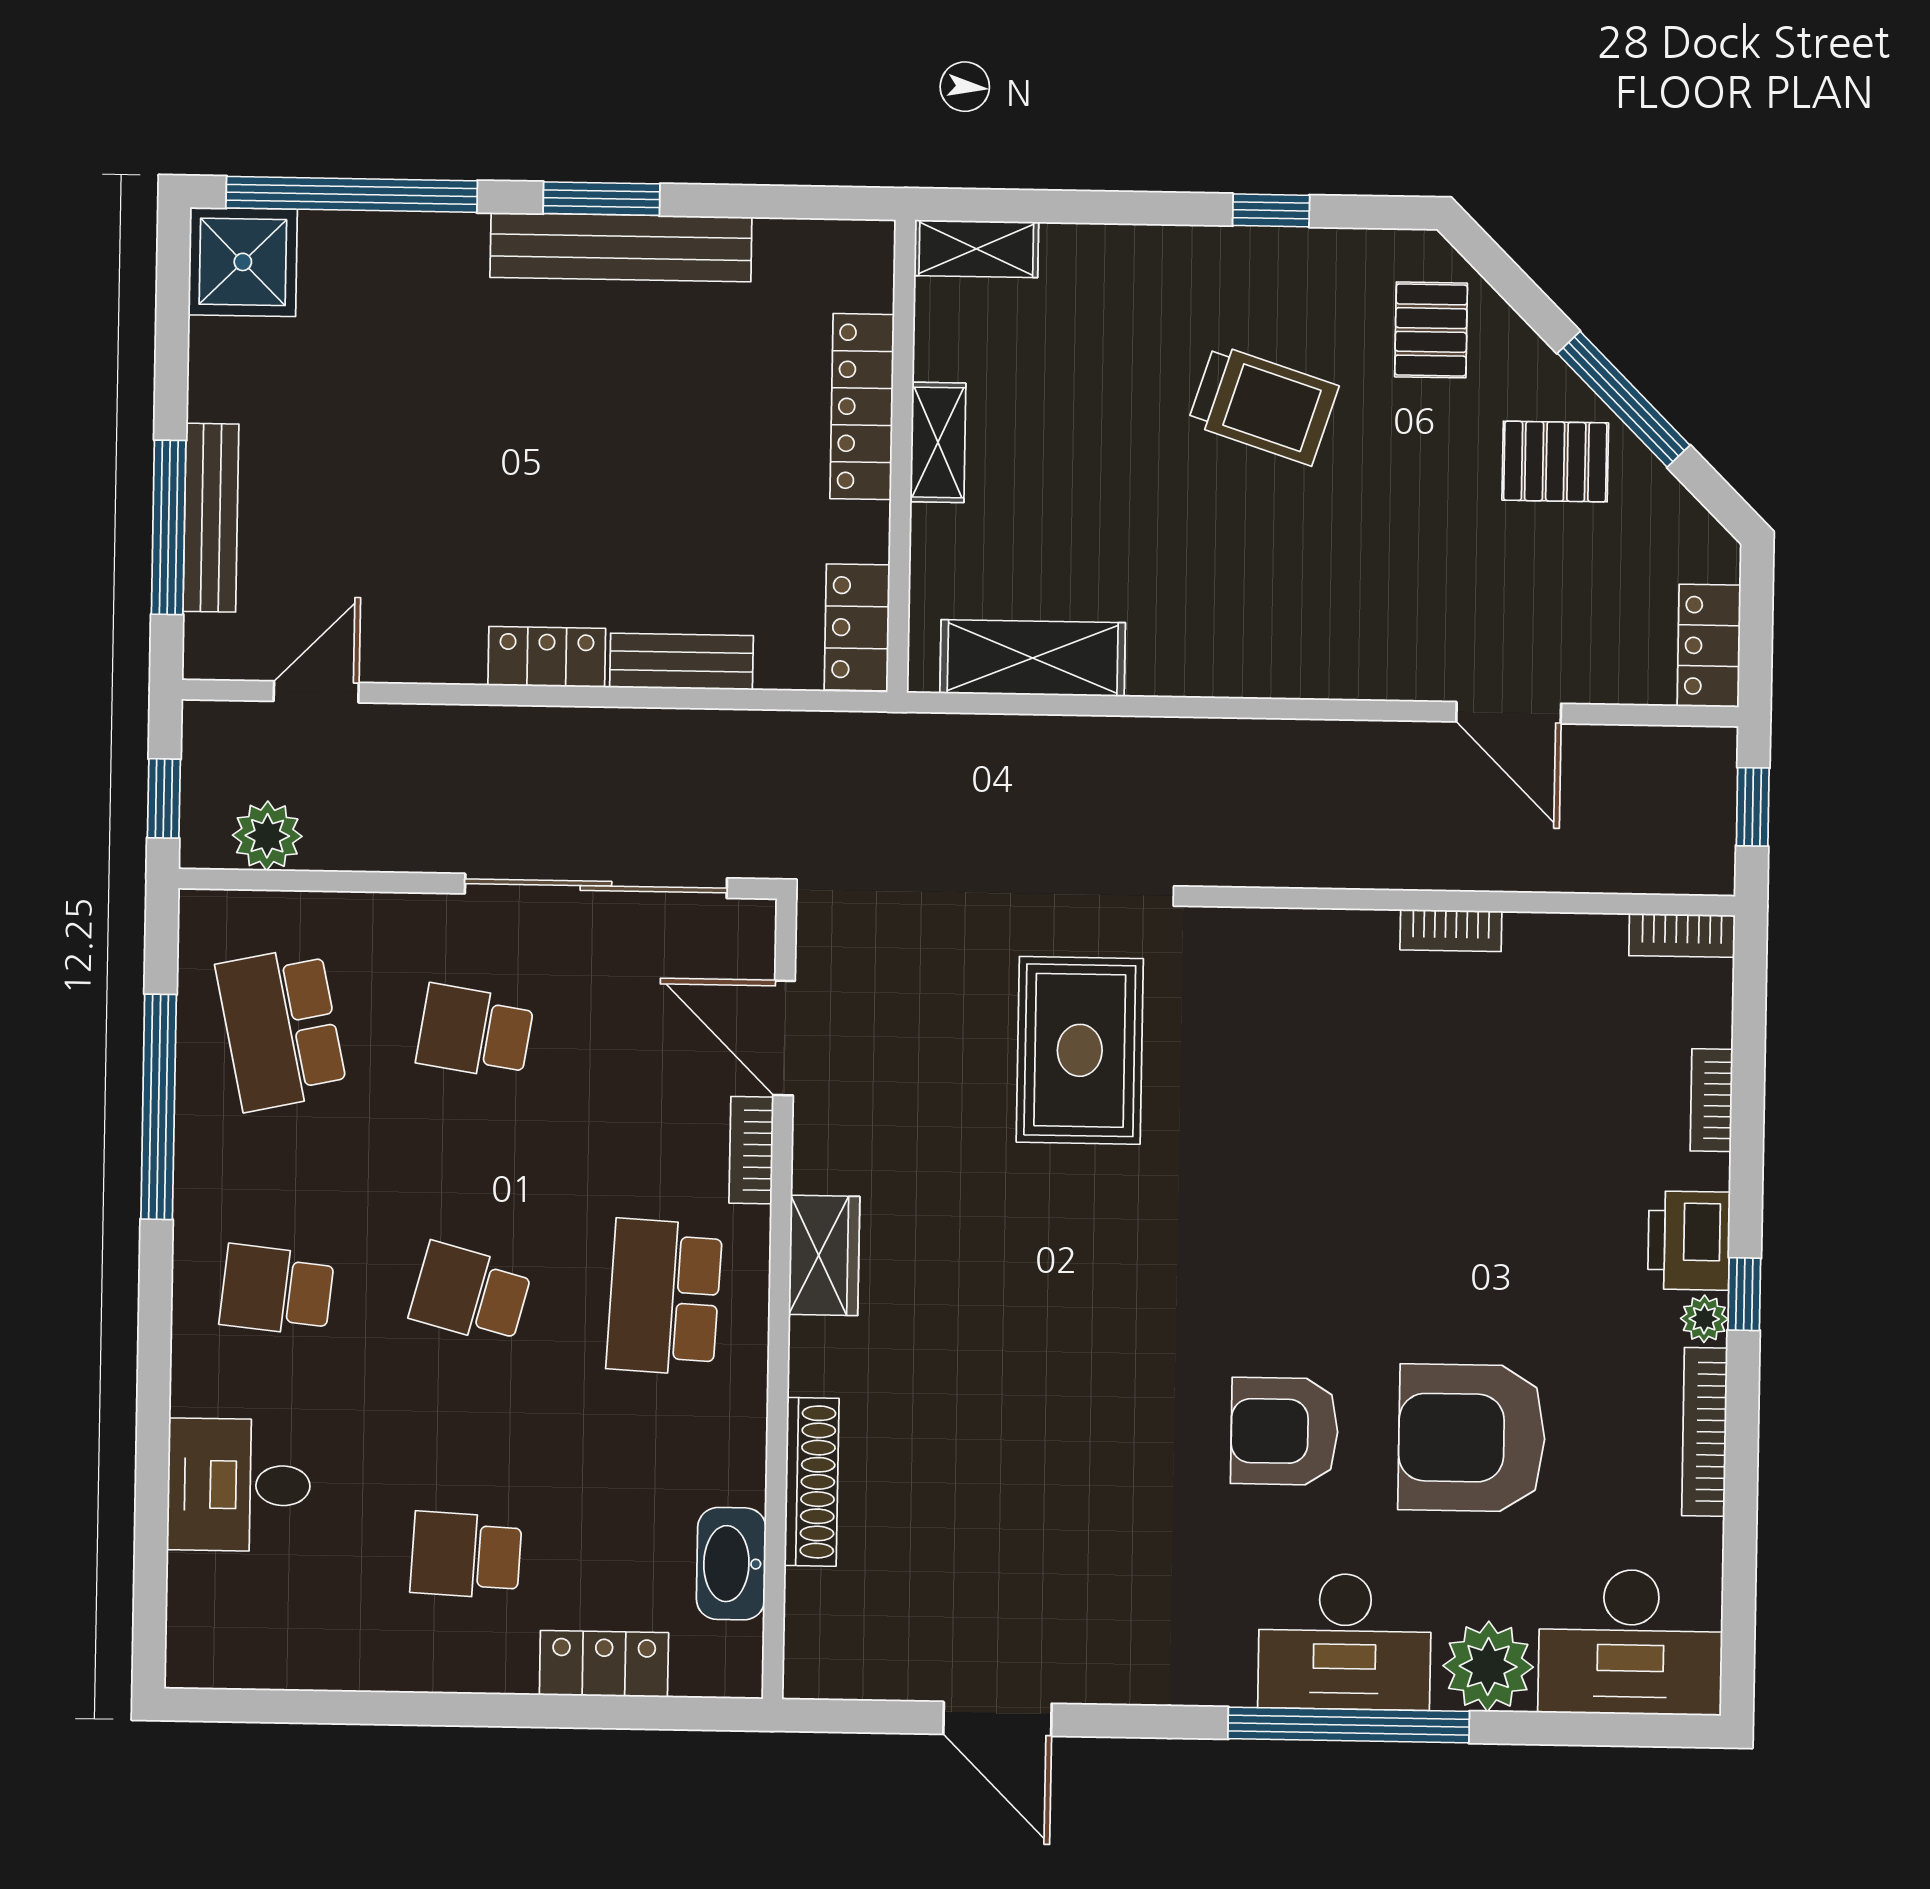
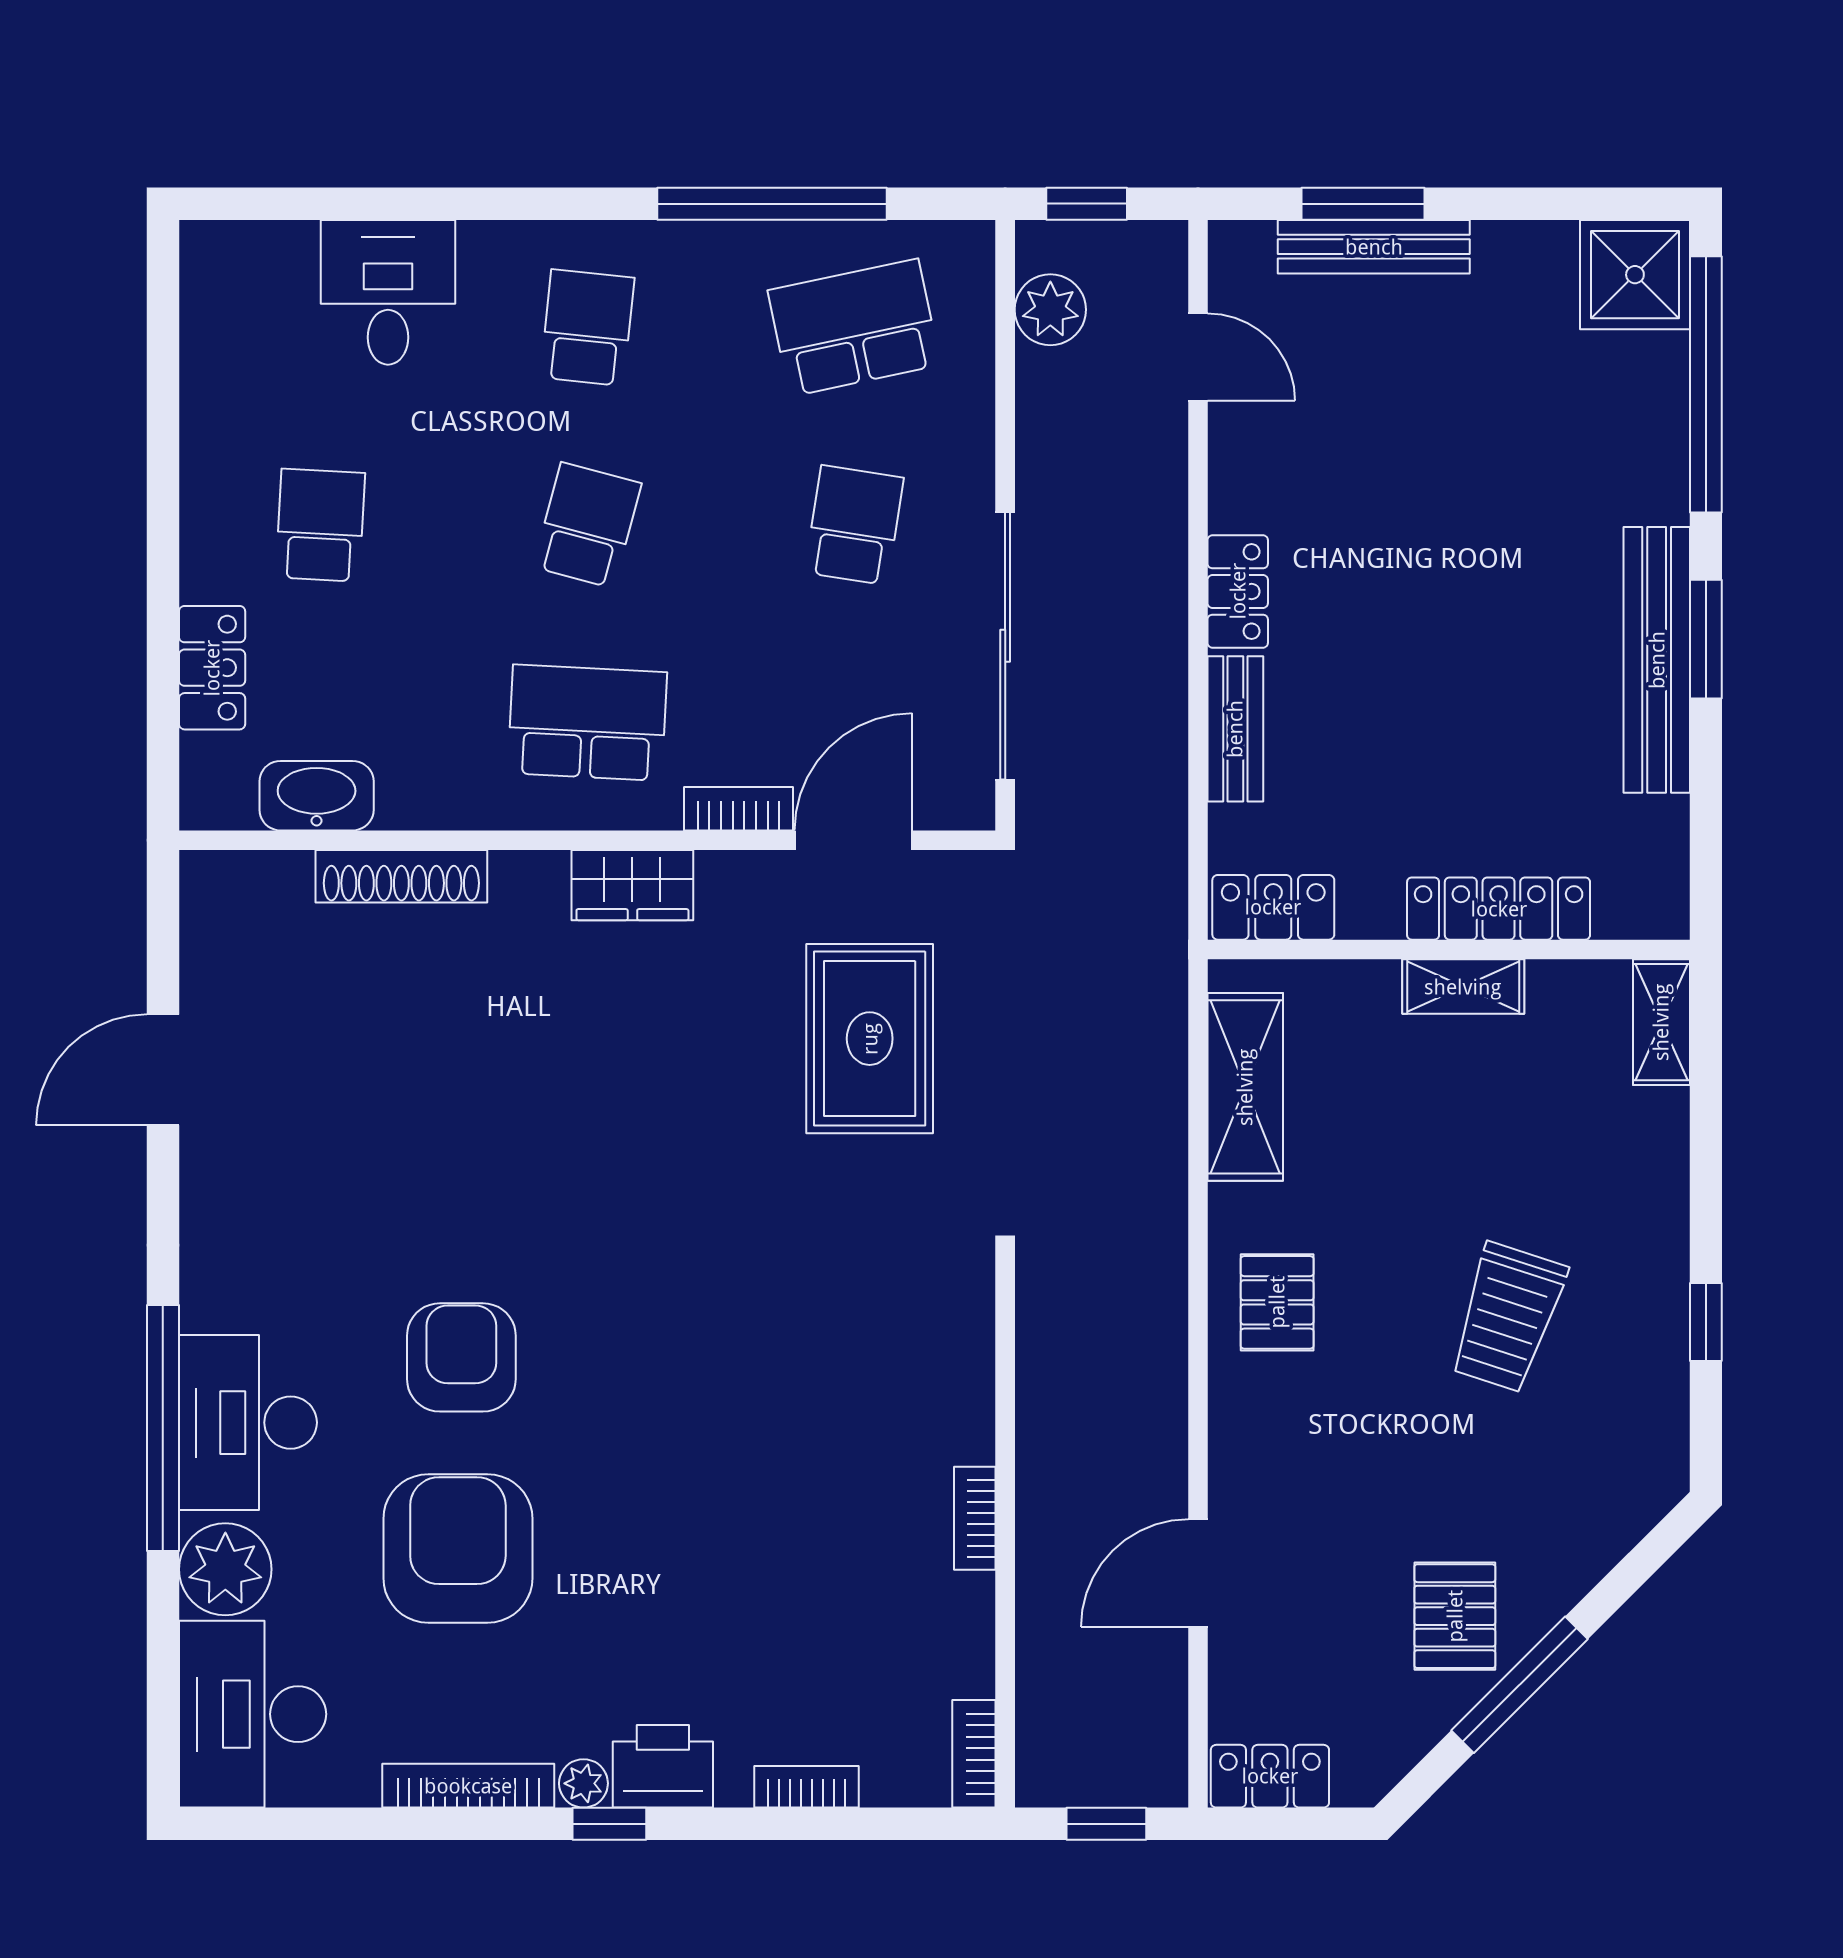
pallet: (1431, 330) -> (1277, 1302), moved, turned 90
window: (169, 527) -> (1363, 204), width x0.69
rug: (1080, 1050) -> (870, 1039), moved, turned 90

